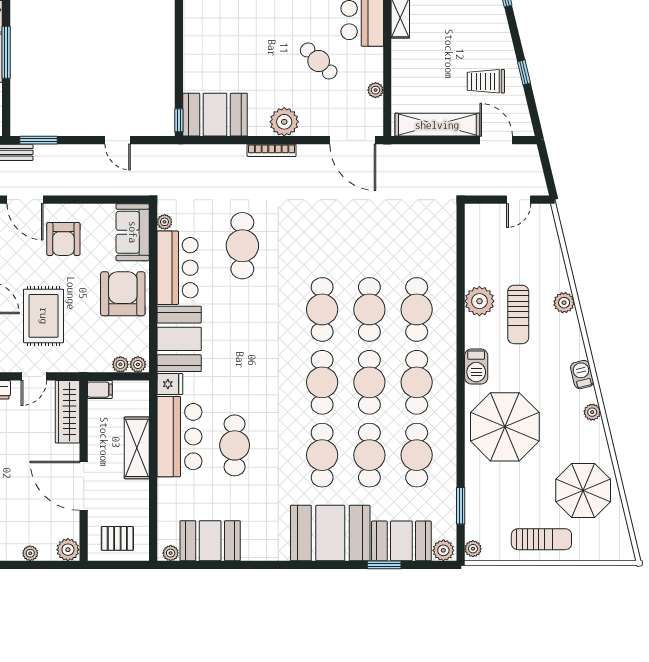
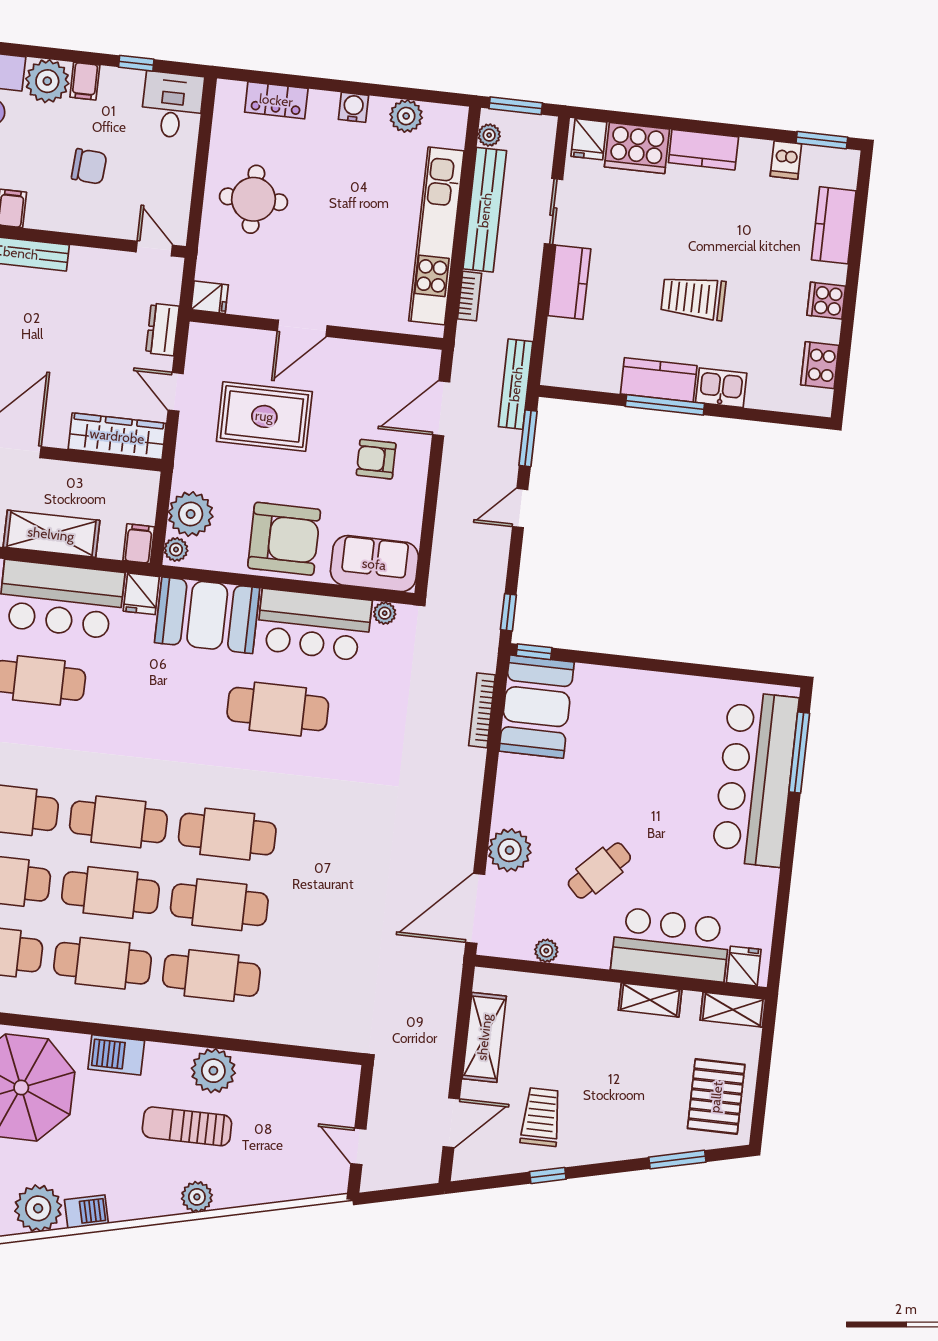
plant: (284, 122) -> (510, 850), moved
shelving: (437, 125) -> (484, 1037), width x0.68
door: (118, 140) -> (520, 508), moved
window: (155, 140) -> (508, 612), added
bookcase: (272, 150) -> (482, 710), moved
armchair: (63, 239) -> (376, 459), width x0.72, depth x0.72
cafe table: (242, 246) -> (278, 709), moved
plant: (120, 364) -> (191, 514), width x1.88, depth x1.88
filing cabinet: (100, 390) -> (139, 544), moved, turned 180
plant: (592, 412) -> (38, 1208), width x1.87, depth x1.87

